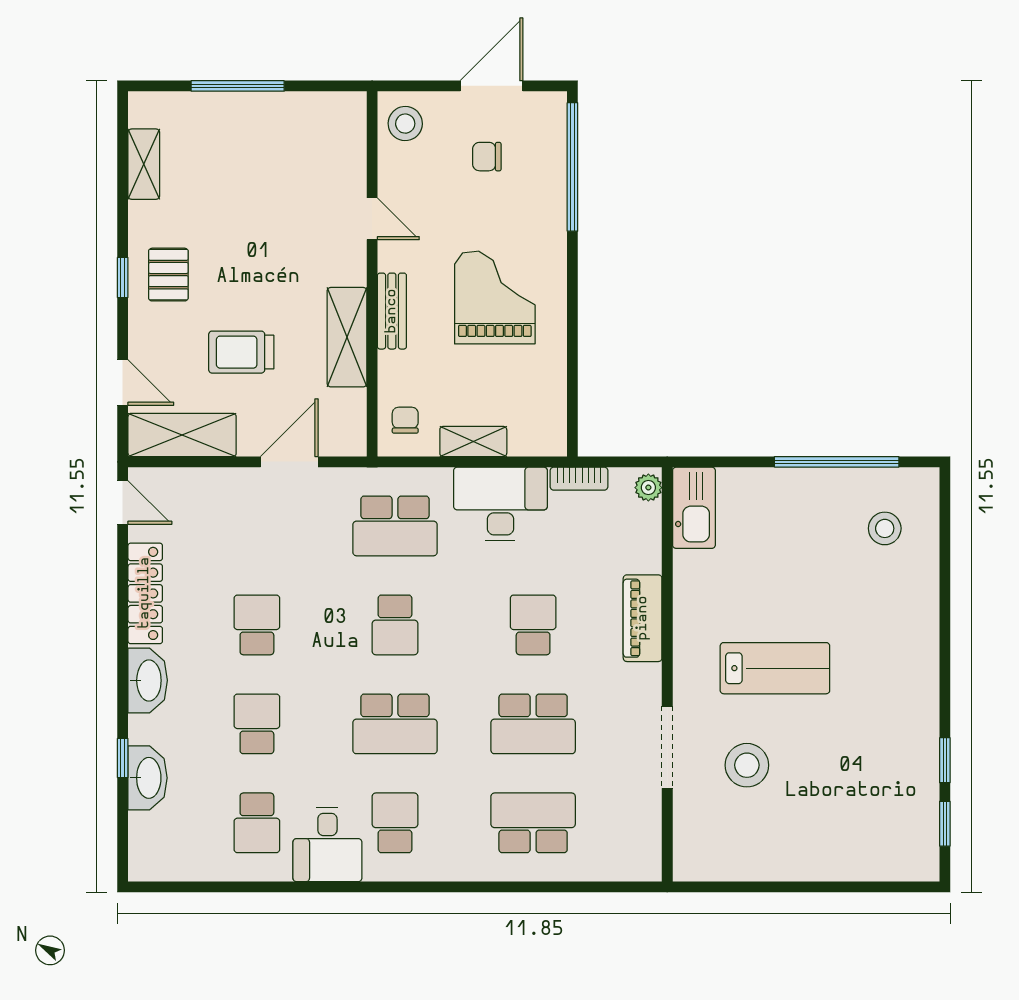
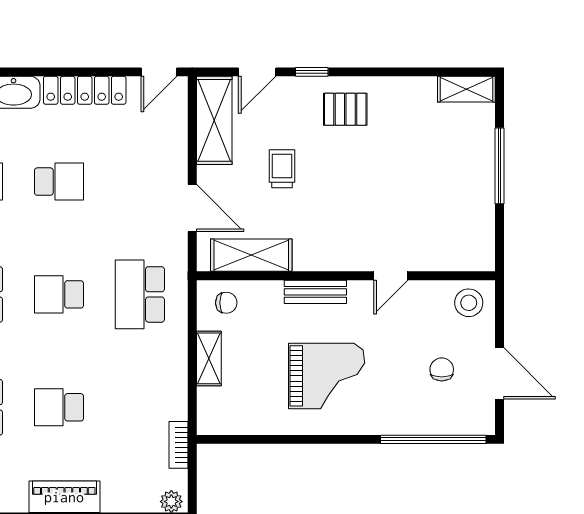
shelving: (144, 164) -> (466, 89), moved
window: (123, 277) -> (312, 72), moved
shelving: (347, 337) -> (251, 255), moved
trolley: (241, 352) -> (282, 169), width x0.73, depth x0.72
desk: (500, 504) -> (158, 381), removed
school desk: (533, 625) -> (59, 407), turned 180

